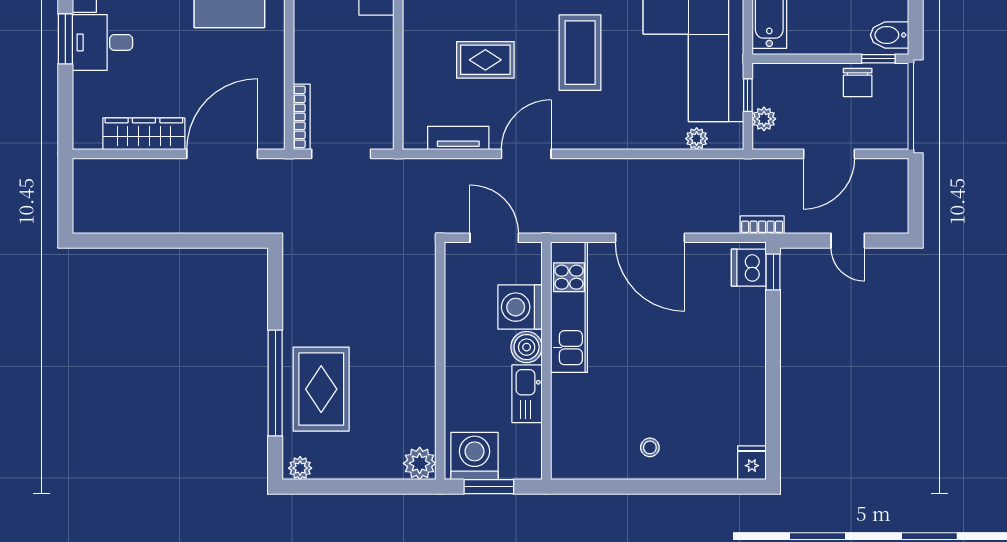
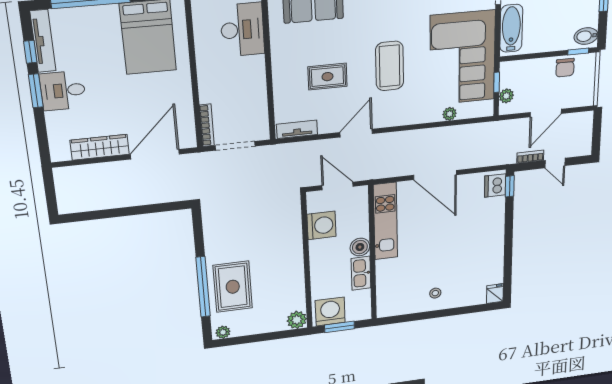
tv unit: (458, 138) -> (297, 129), moved
plant: (697, 139) -> (450, 114), moved
bookcase: (762, 225) -> (530, 157), moved
washing machine: (520, 307) -> (321, 225), moved, turned 180

